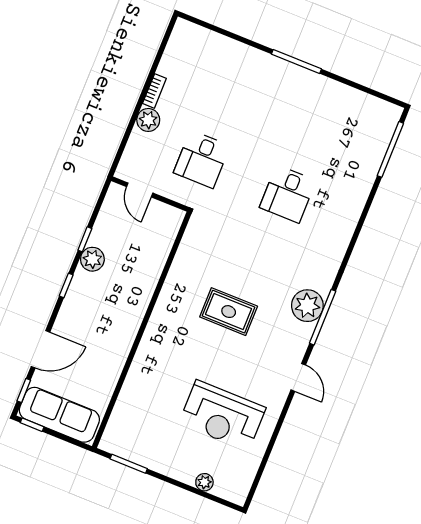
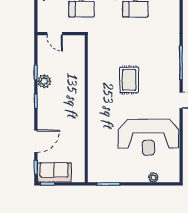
plant: (307, 306) -> (170, 60), removed
rug: (229, 312) -> (129, 80), turned 90
sofa: (59, 415) -> (54, 173), width x0.73
reception desk: (222, 415) -> (148, 137), width x1.36, depth x1.30

